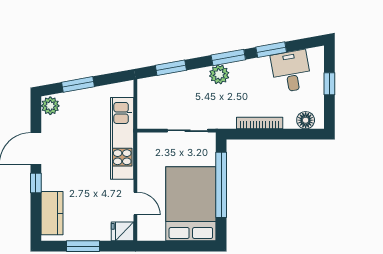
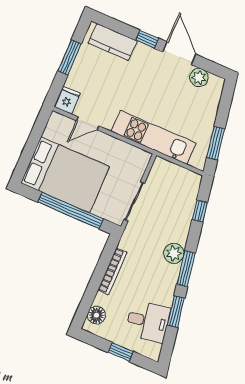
window: (171, 68) -> (200, 211), width x0.67
window: (78, 84) -> (216, 143), moved
plant: (50, 106) -> (199, 78), moved

